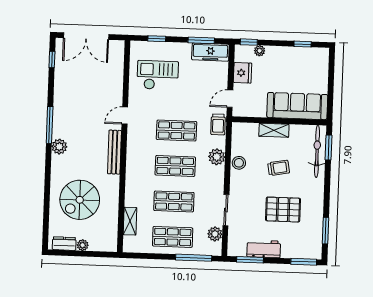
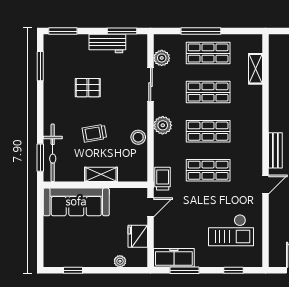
window: (249, 42) -> (132, 270), removed
bench: (114, 152) -> (275, 150), width x0.73
plant: (217, 157) -> (163, 125), moved
pallet: (283, 210) -> (88, 88), width x0.67, depth x0.71
window: (194, 258) -> (201, 31), moved

